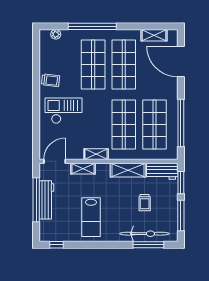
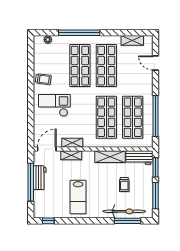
door: (181, 61) -> (155, 63), width x0.53
shelving: (96, 154) -> (72, 143), moved
workbench: (46, 200) -> (40, 178), width x0.73

